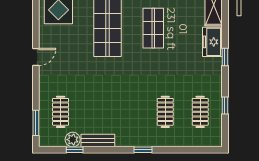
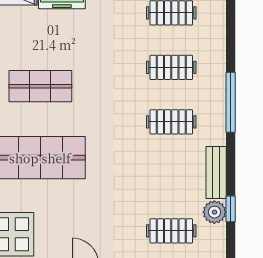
clothes rail: (130, 112) -> (171, 122), added
window: (143, 150) -> (231, 102), width x2.17

